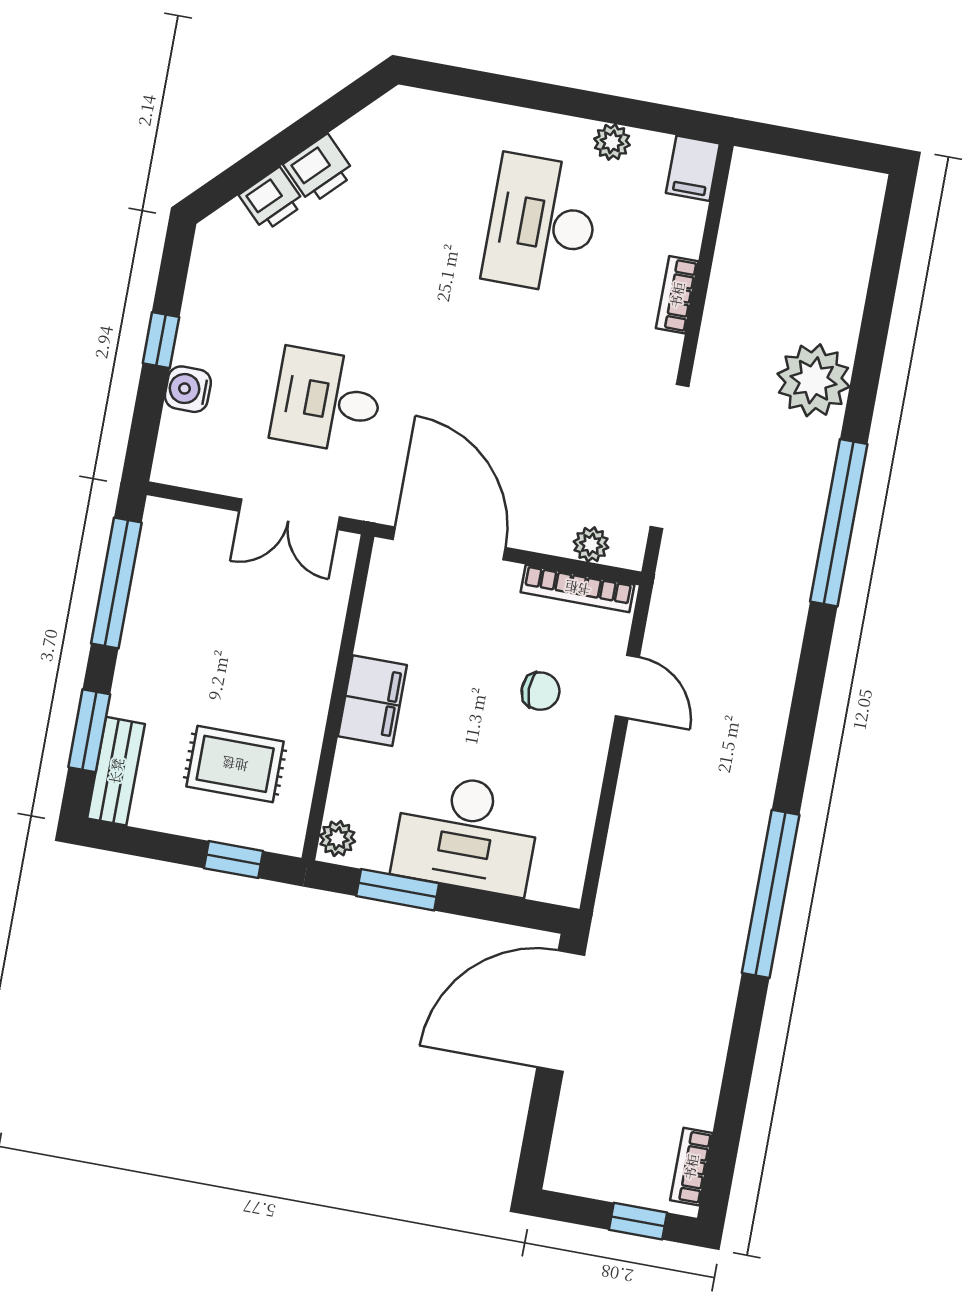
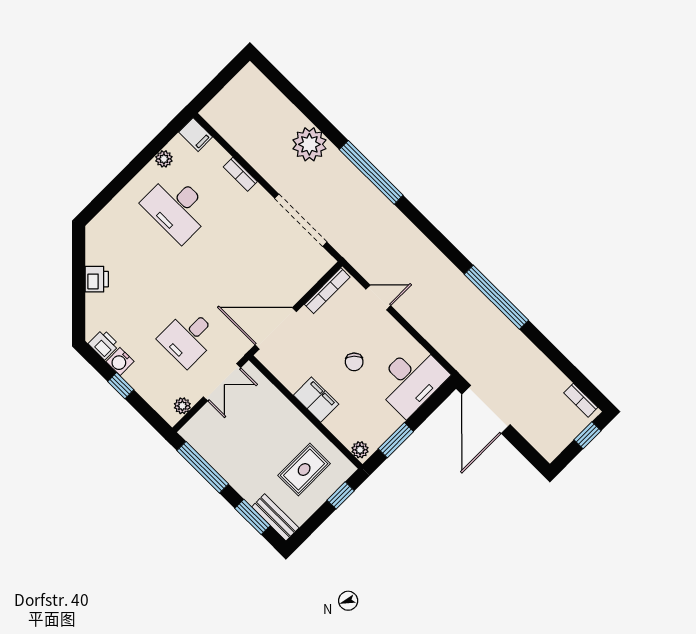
printer: (272, 199) -> (104, 344), moved, turned -45
water cooler: (188, 389) -> (120, 362), moved
plant: (591, 544) -> (182, 406), moved
chair: (541, 691) -> (354, 362), moved, turned 134
desk: (466, 834) -> (411, 380), moved

